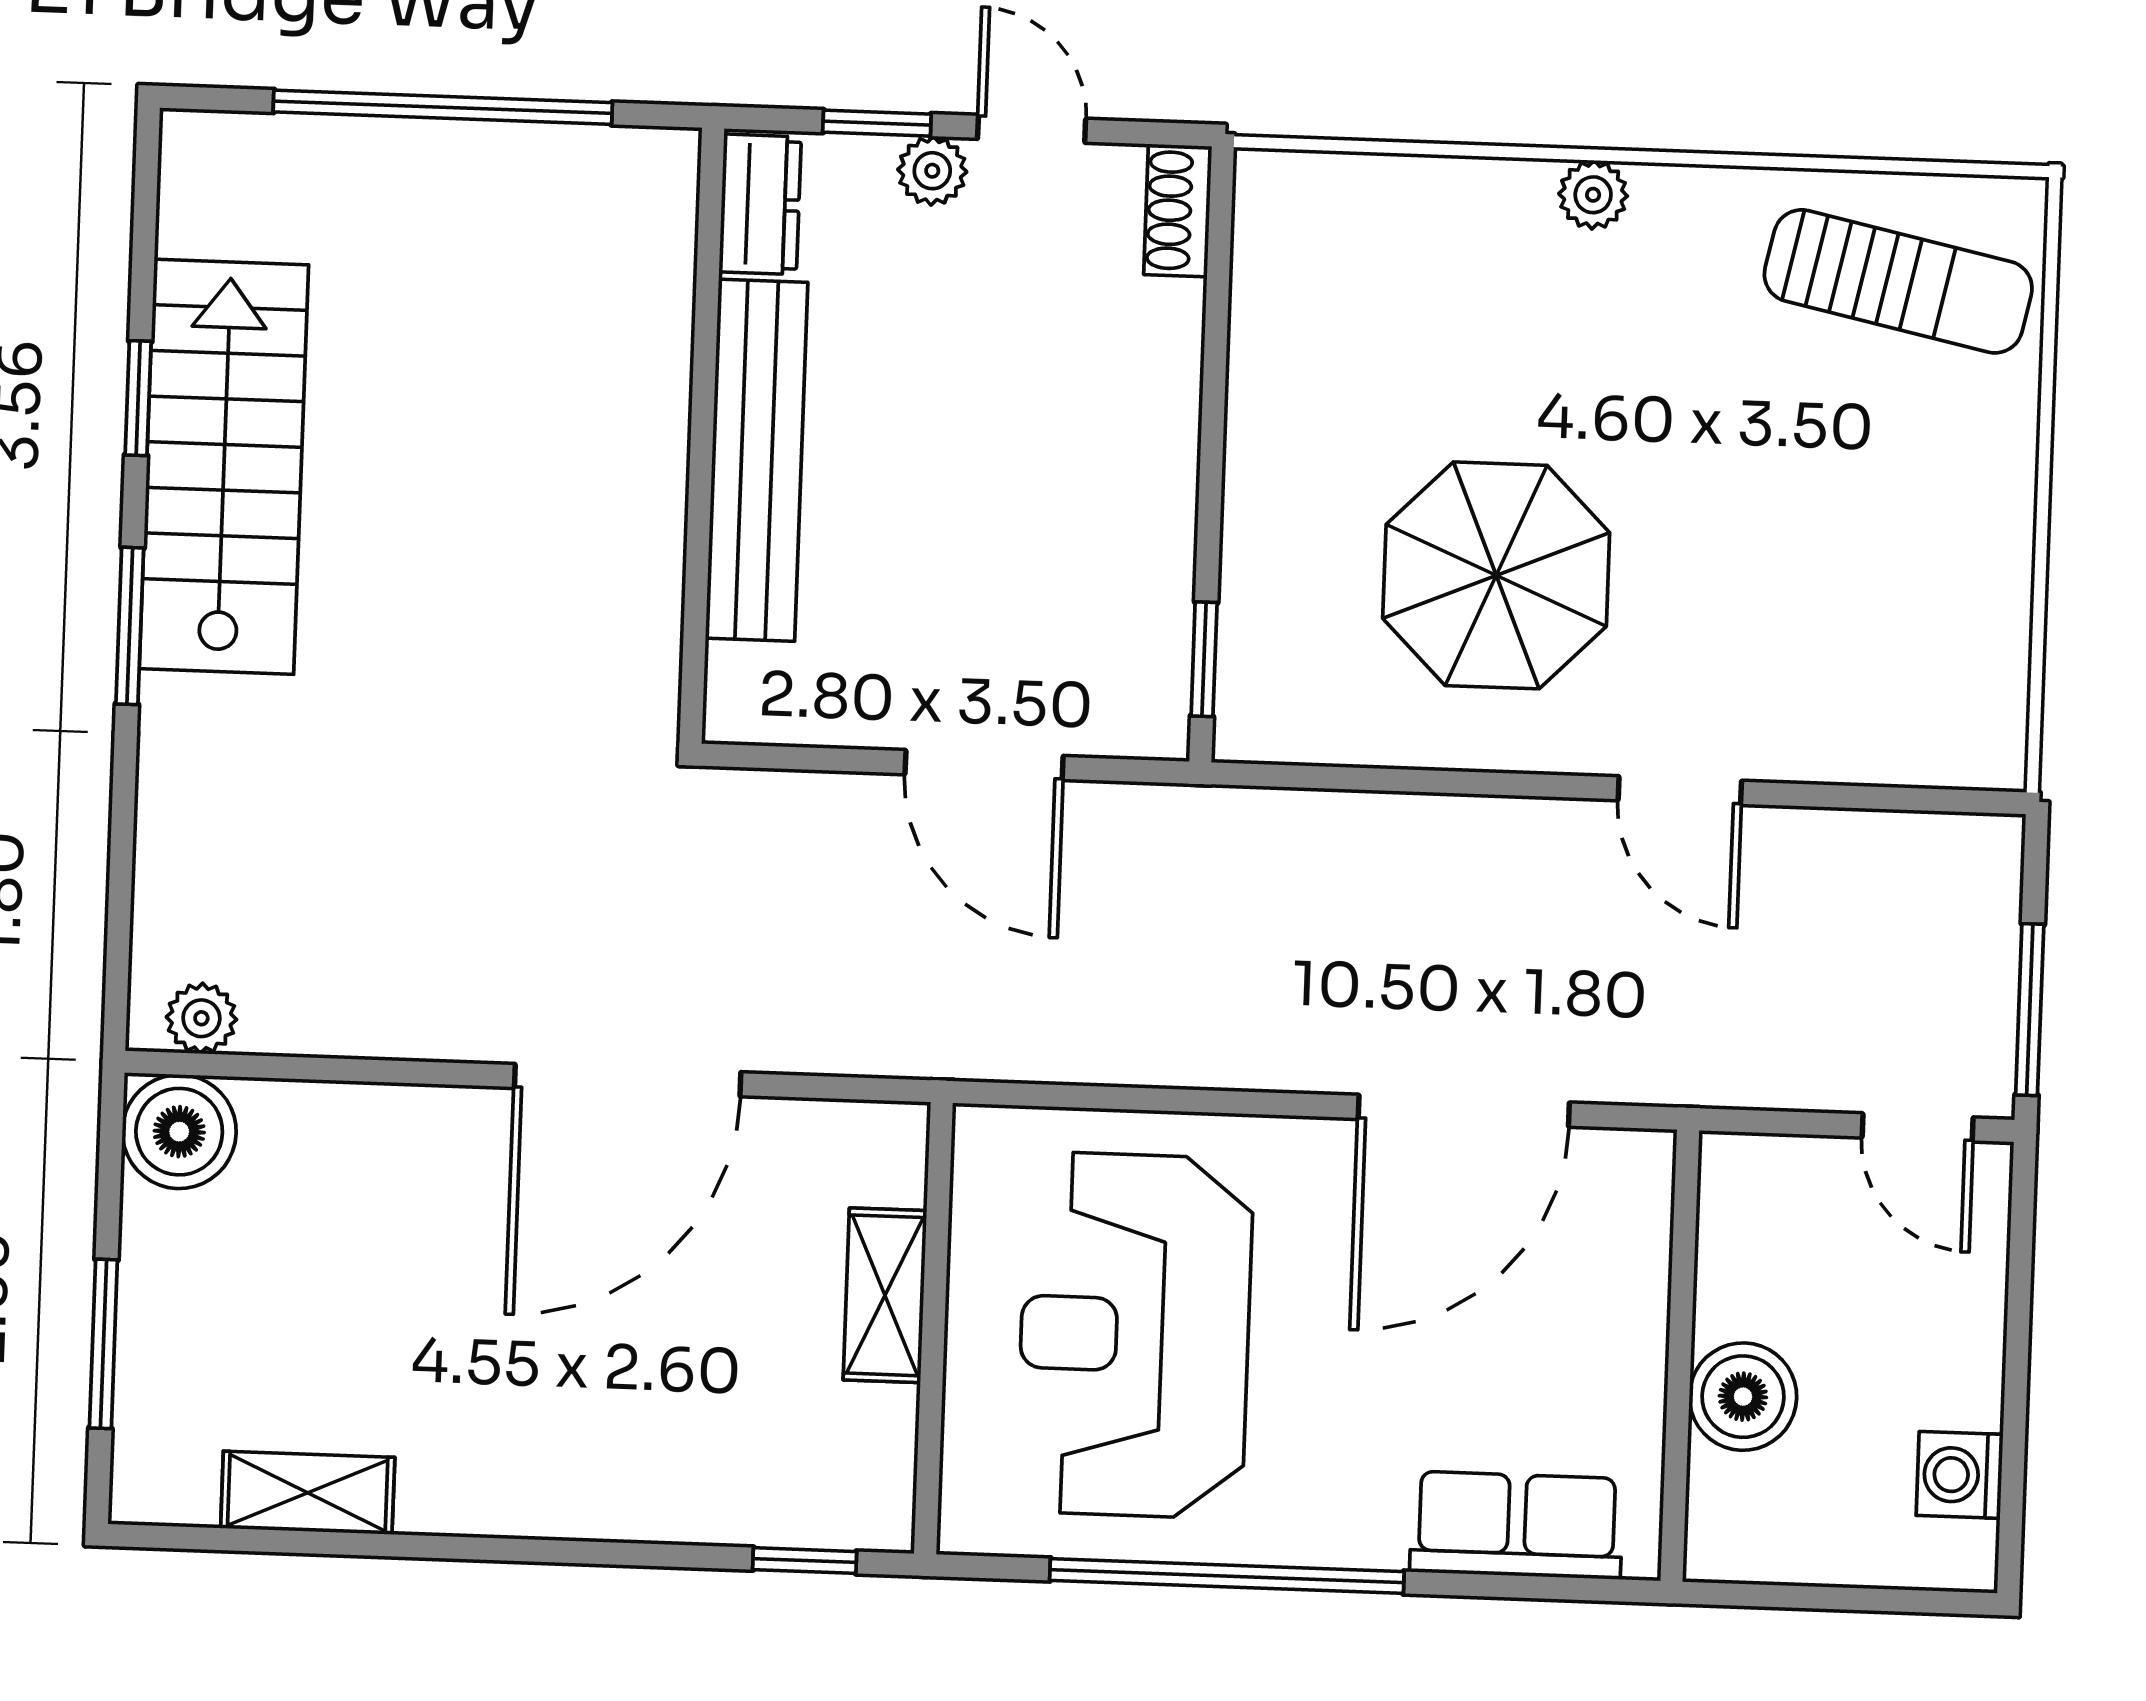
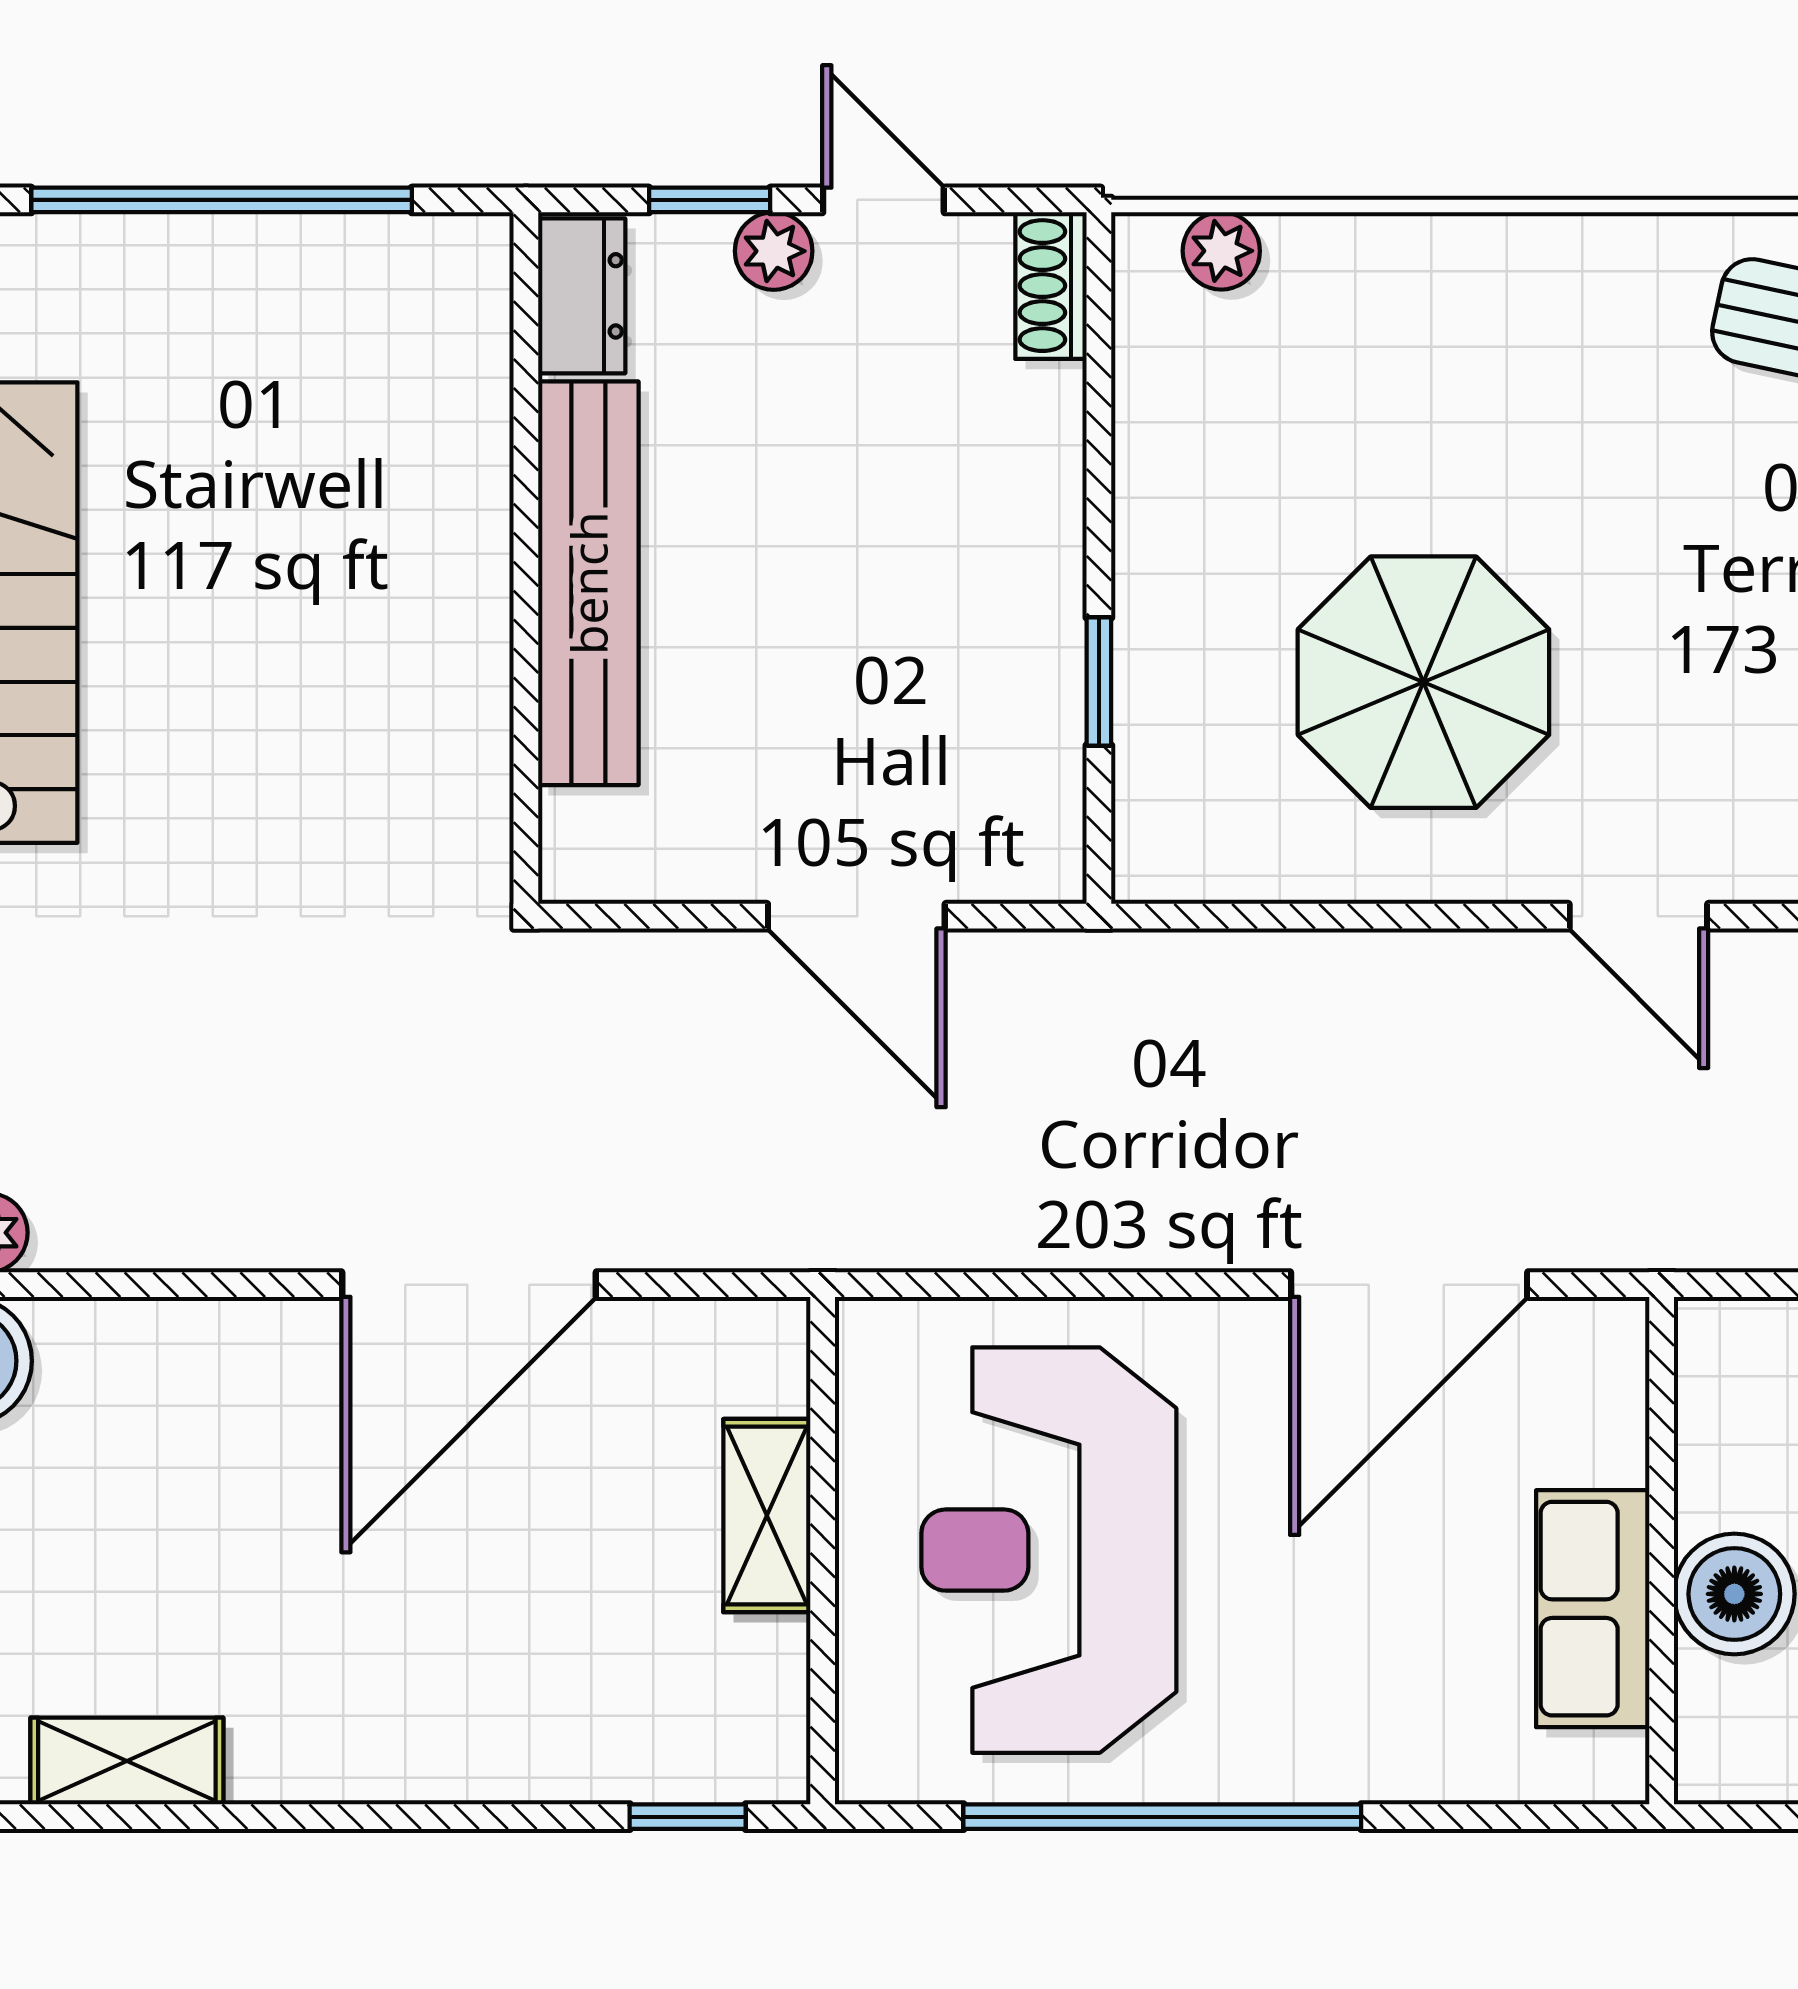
plant: (1593, 195) -> (1221, 251), moved
window: (1204, 659) -> (1099, 681), moved
row of seats: (1517, 1525) -> (1593, 1609), moved, turned -90

